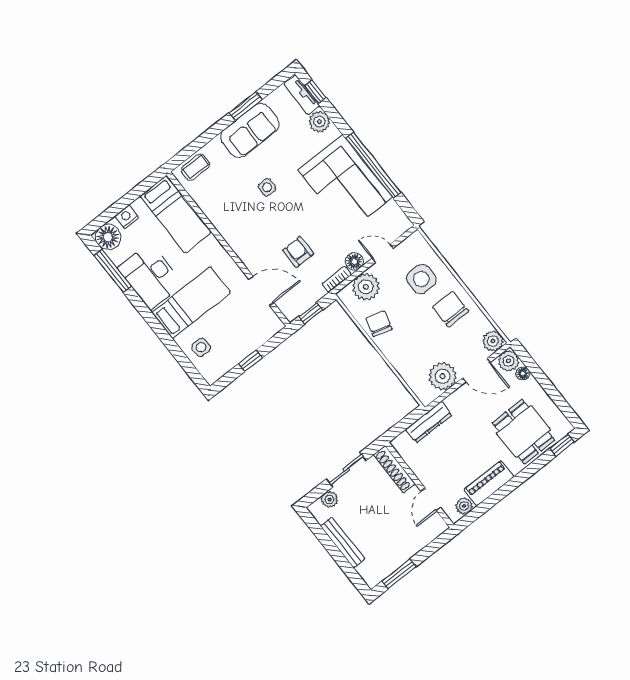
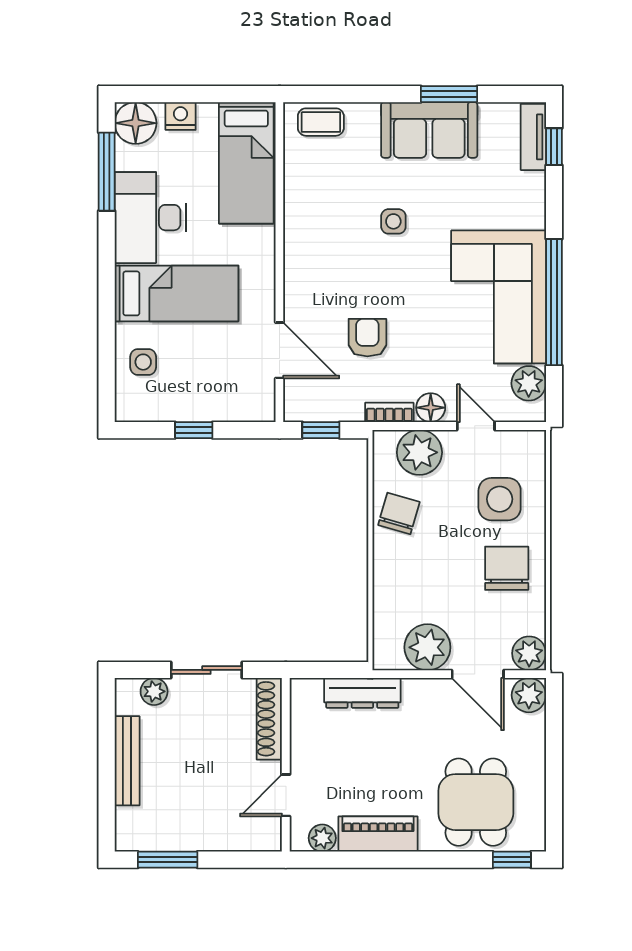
plant: (319, 122) -> (529, 383), moved
floor lamp: (523, 373) -> (535, 726), removed

